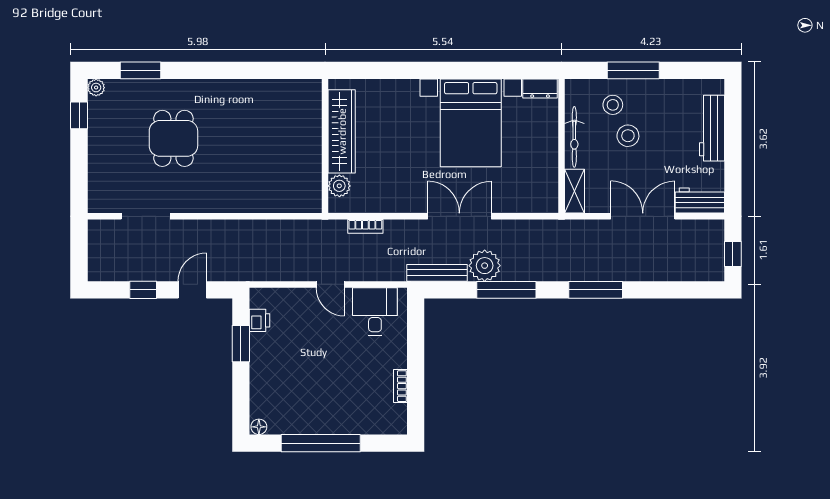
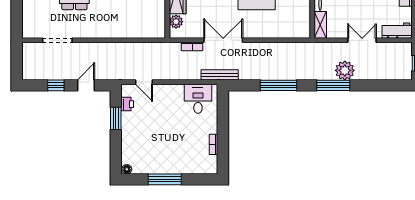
double door: (459, 216) -> (223, 40), moved
double door: (643, 216) -> (362, 40), width x0.73
plant: (485, 266) -> (345, 70), moved
bench: (437, 273) -> (220, 75), moved
door: (330, 284) -> (144, 82), moved
window: (321, 443) -> (165, 179), width x0.68

